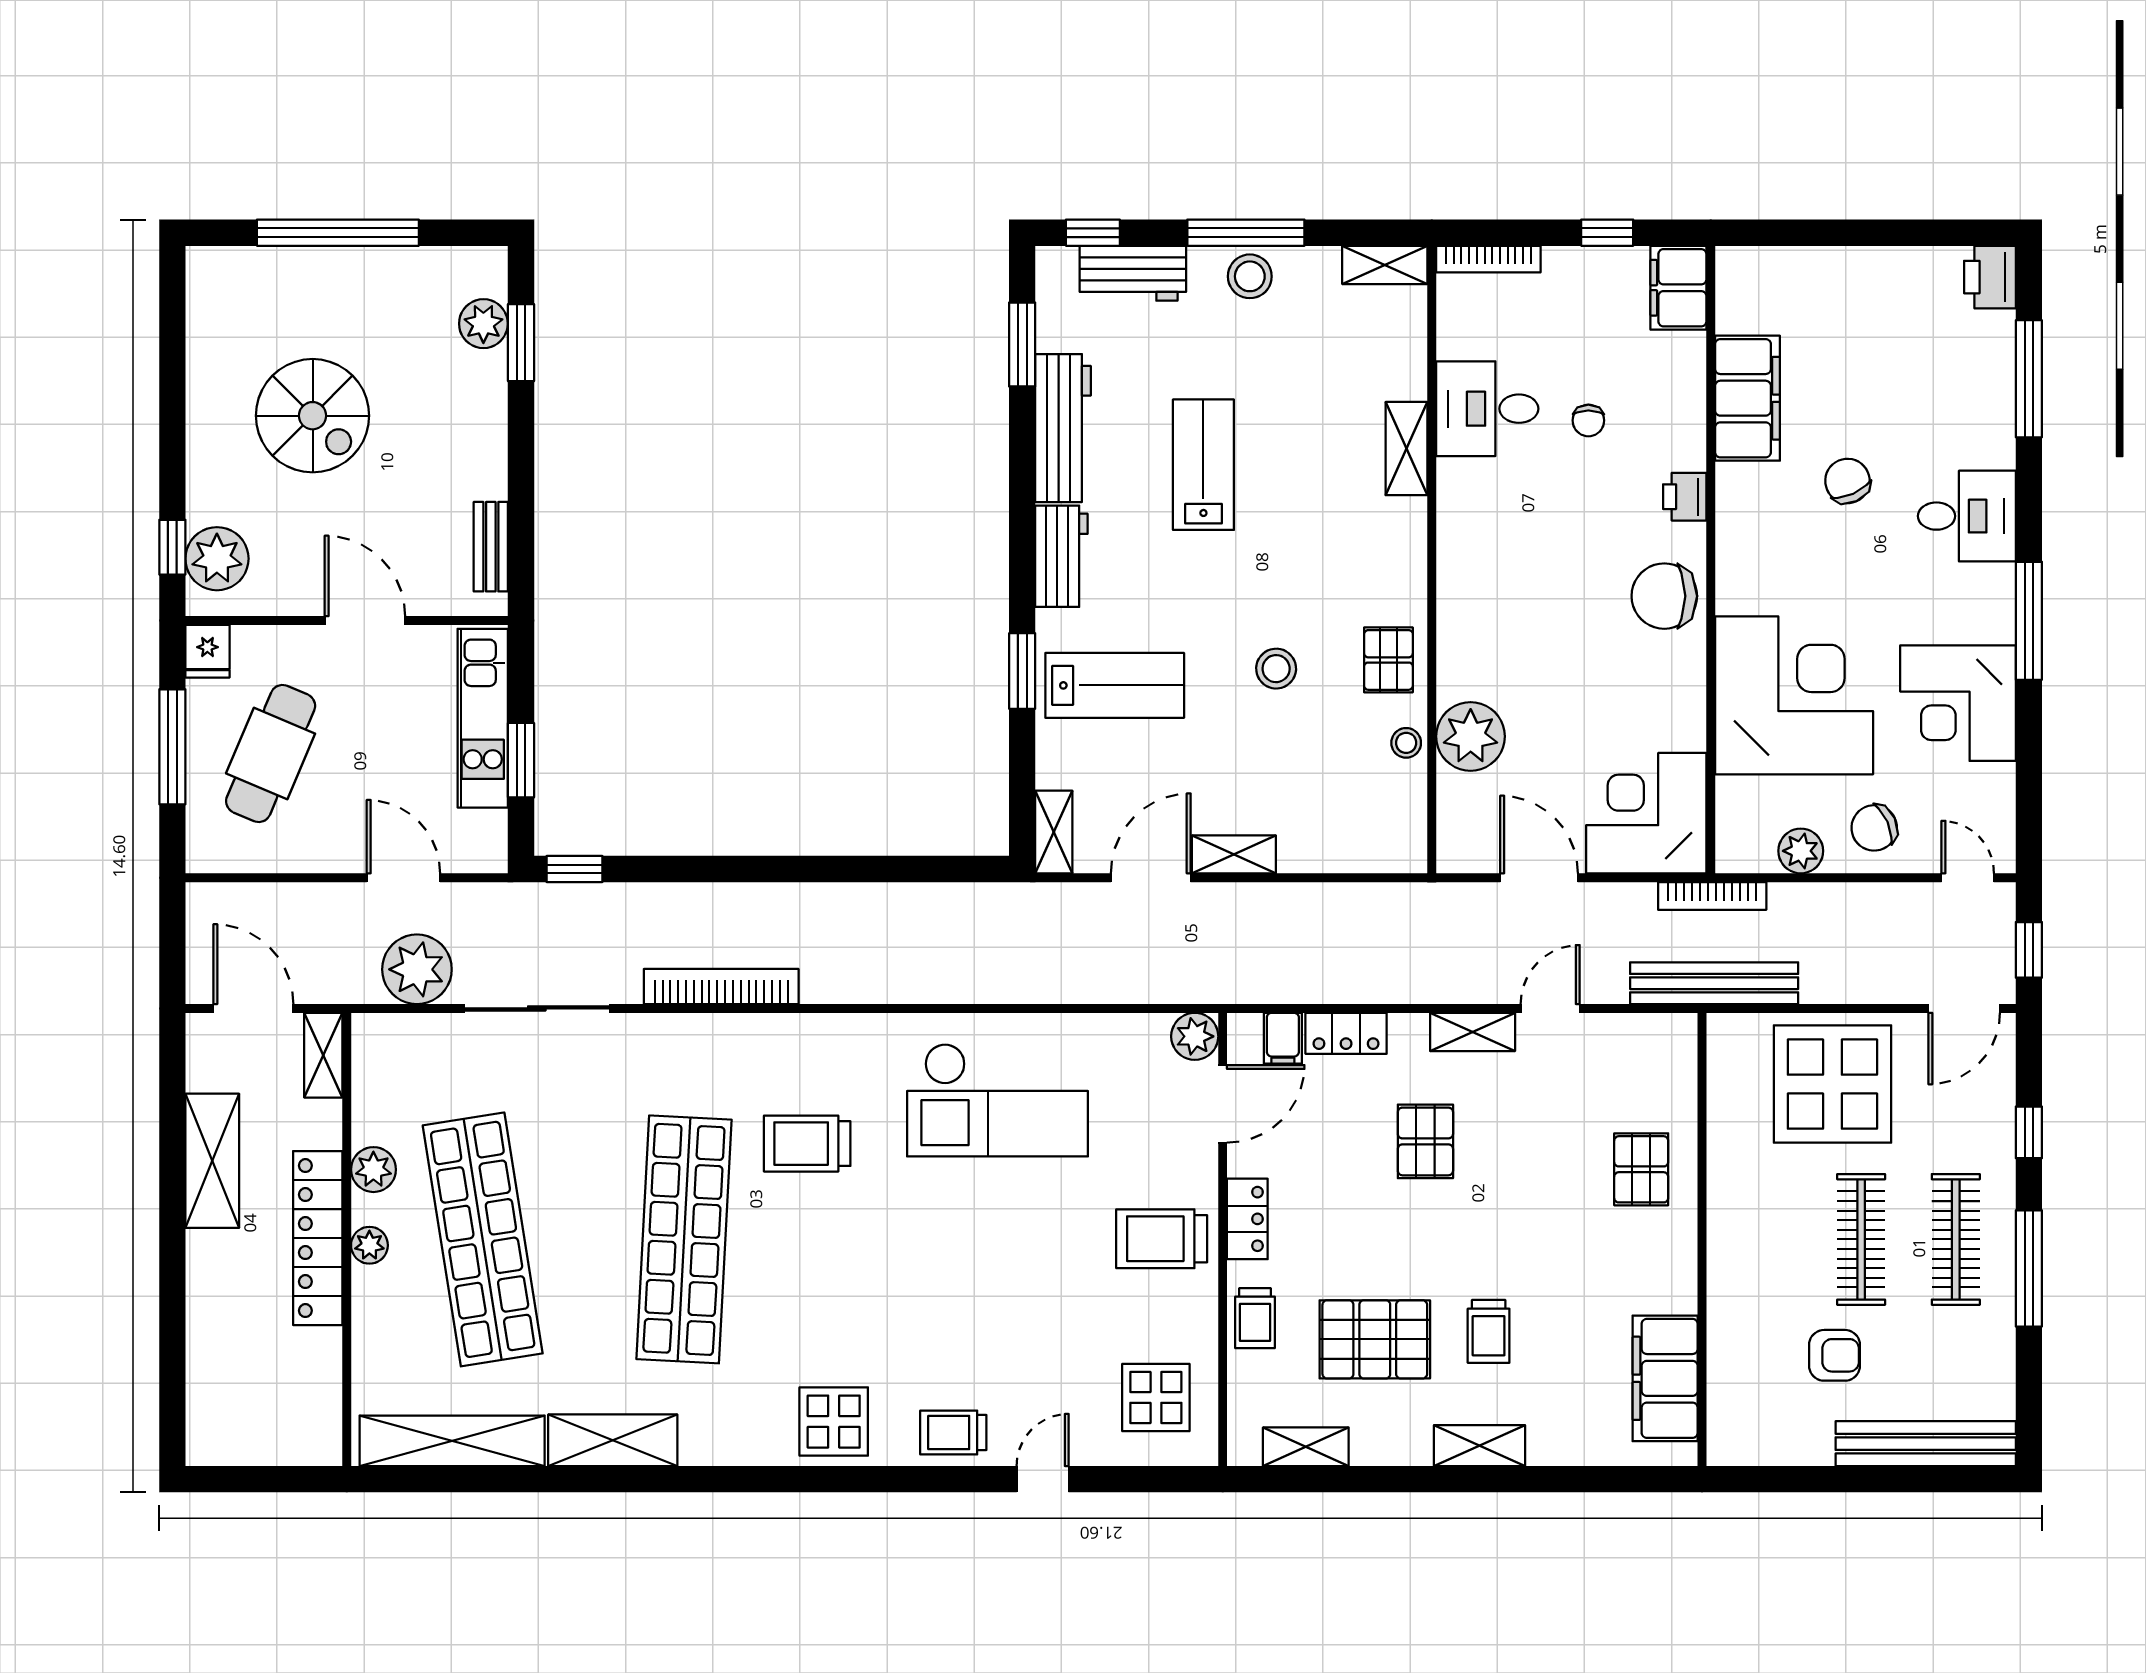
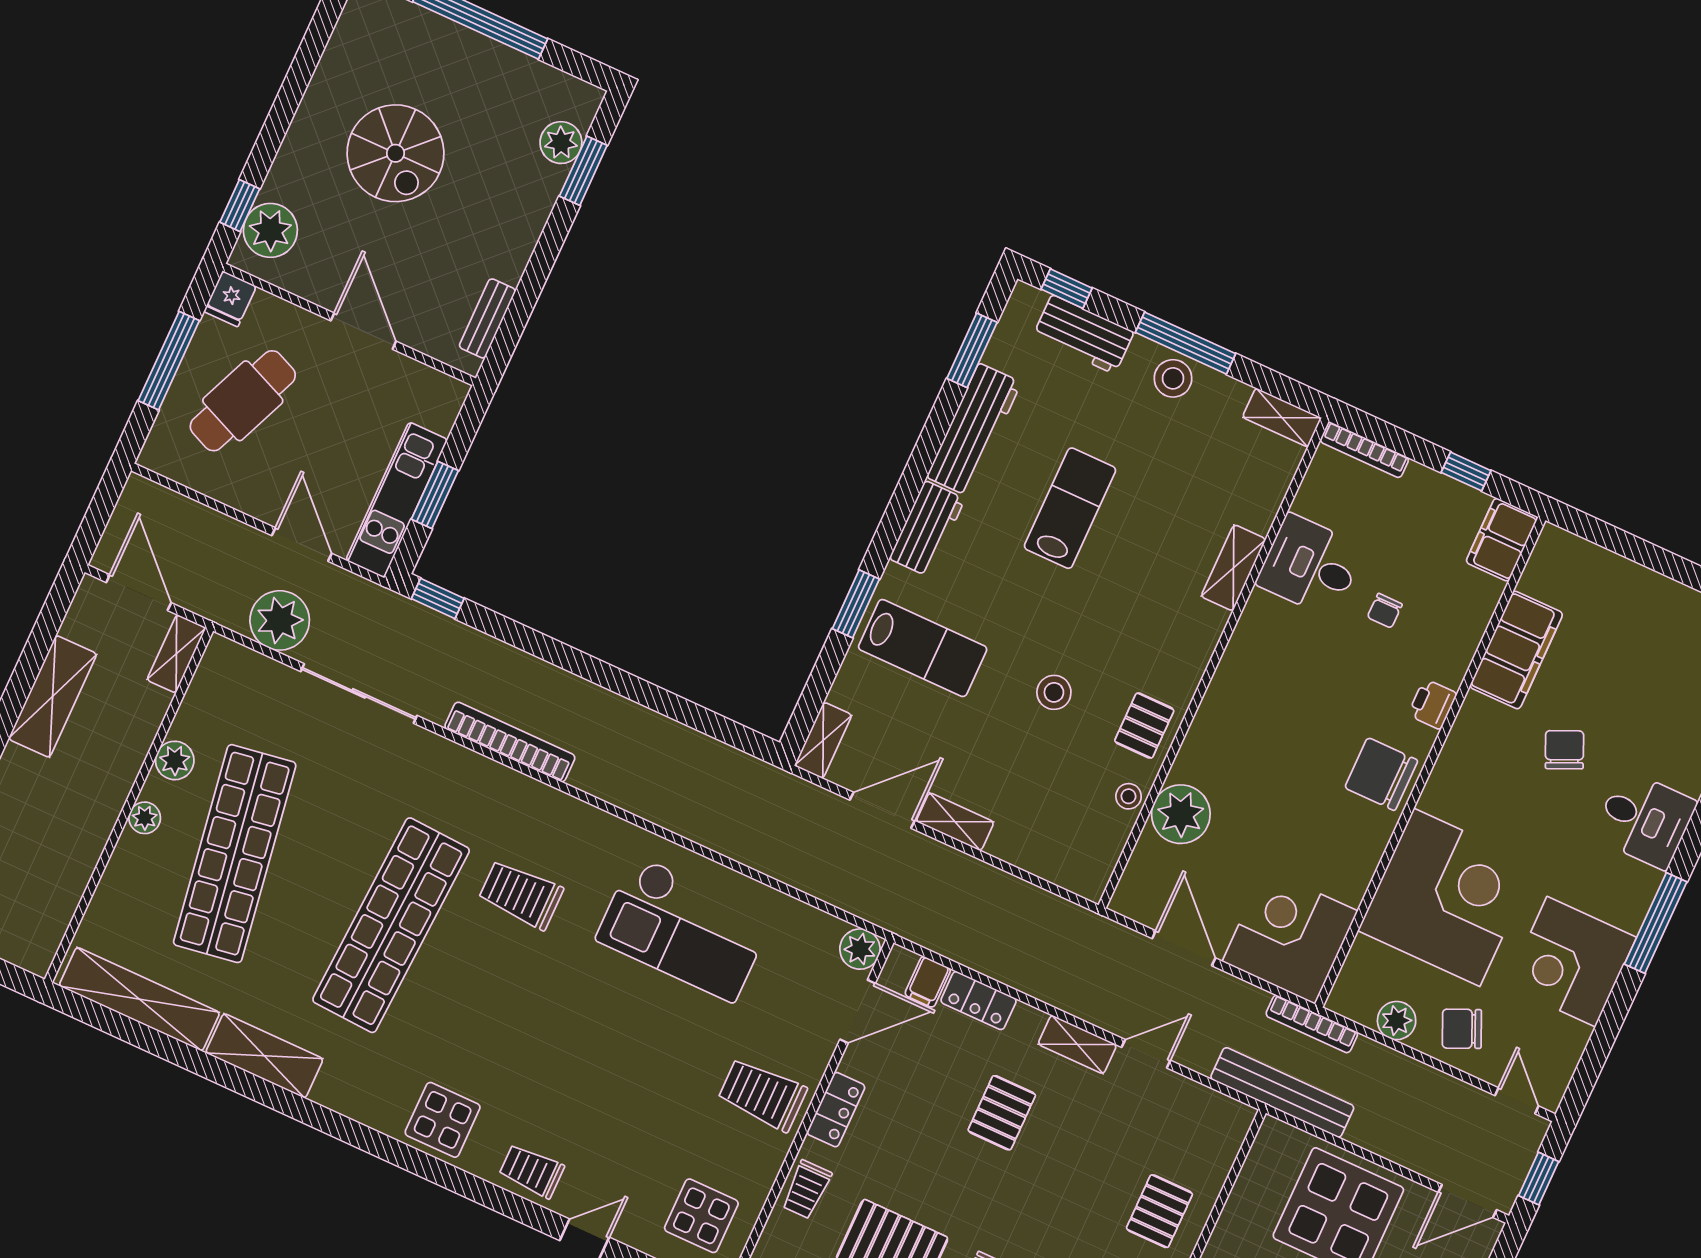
kitchen unit: (483, 718) -> (397, 500), moved
locker: (318, 1238) -> (107, 794), removed

